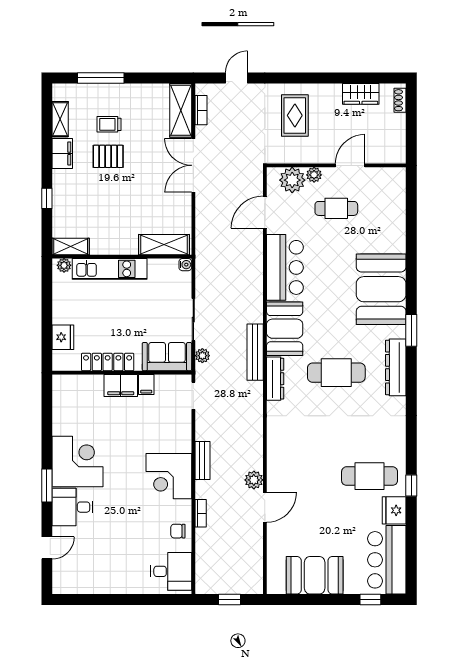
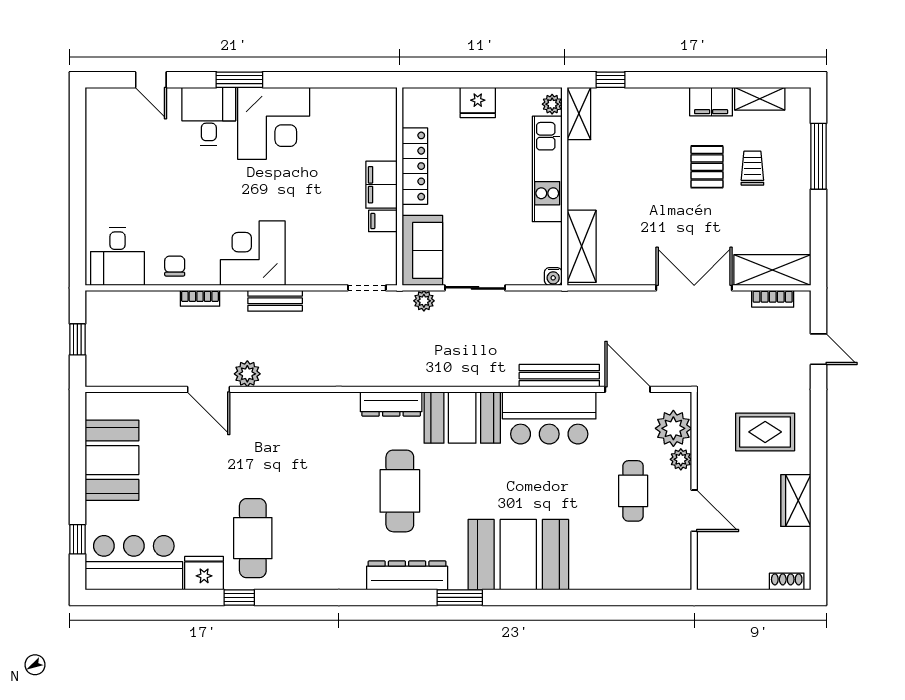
wardrobe: (361, 94) -> (796, 501), moved
window: (47, 198) -> (611, 80), moved
fridge: (63, 337) -> (478, 103), moved
bench: (255, 352) -> (559, 376), moved

